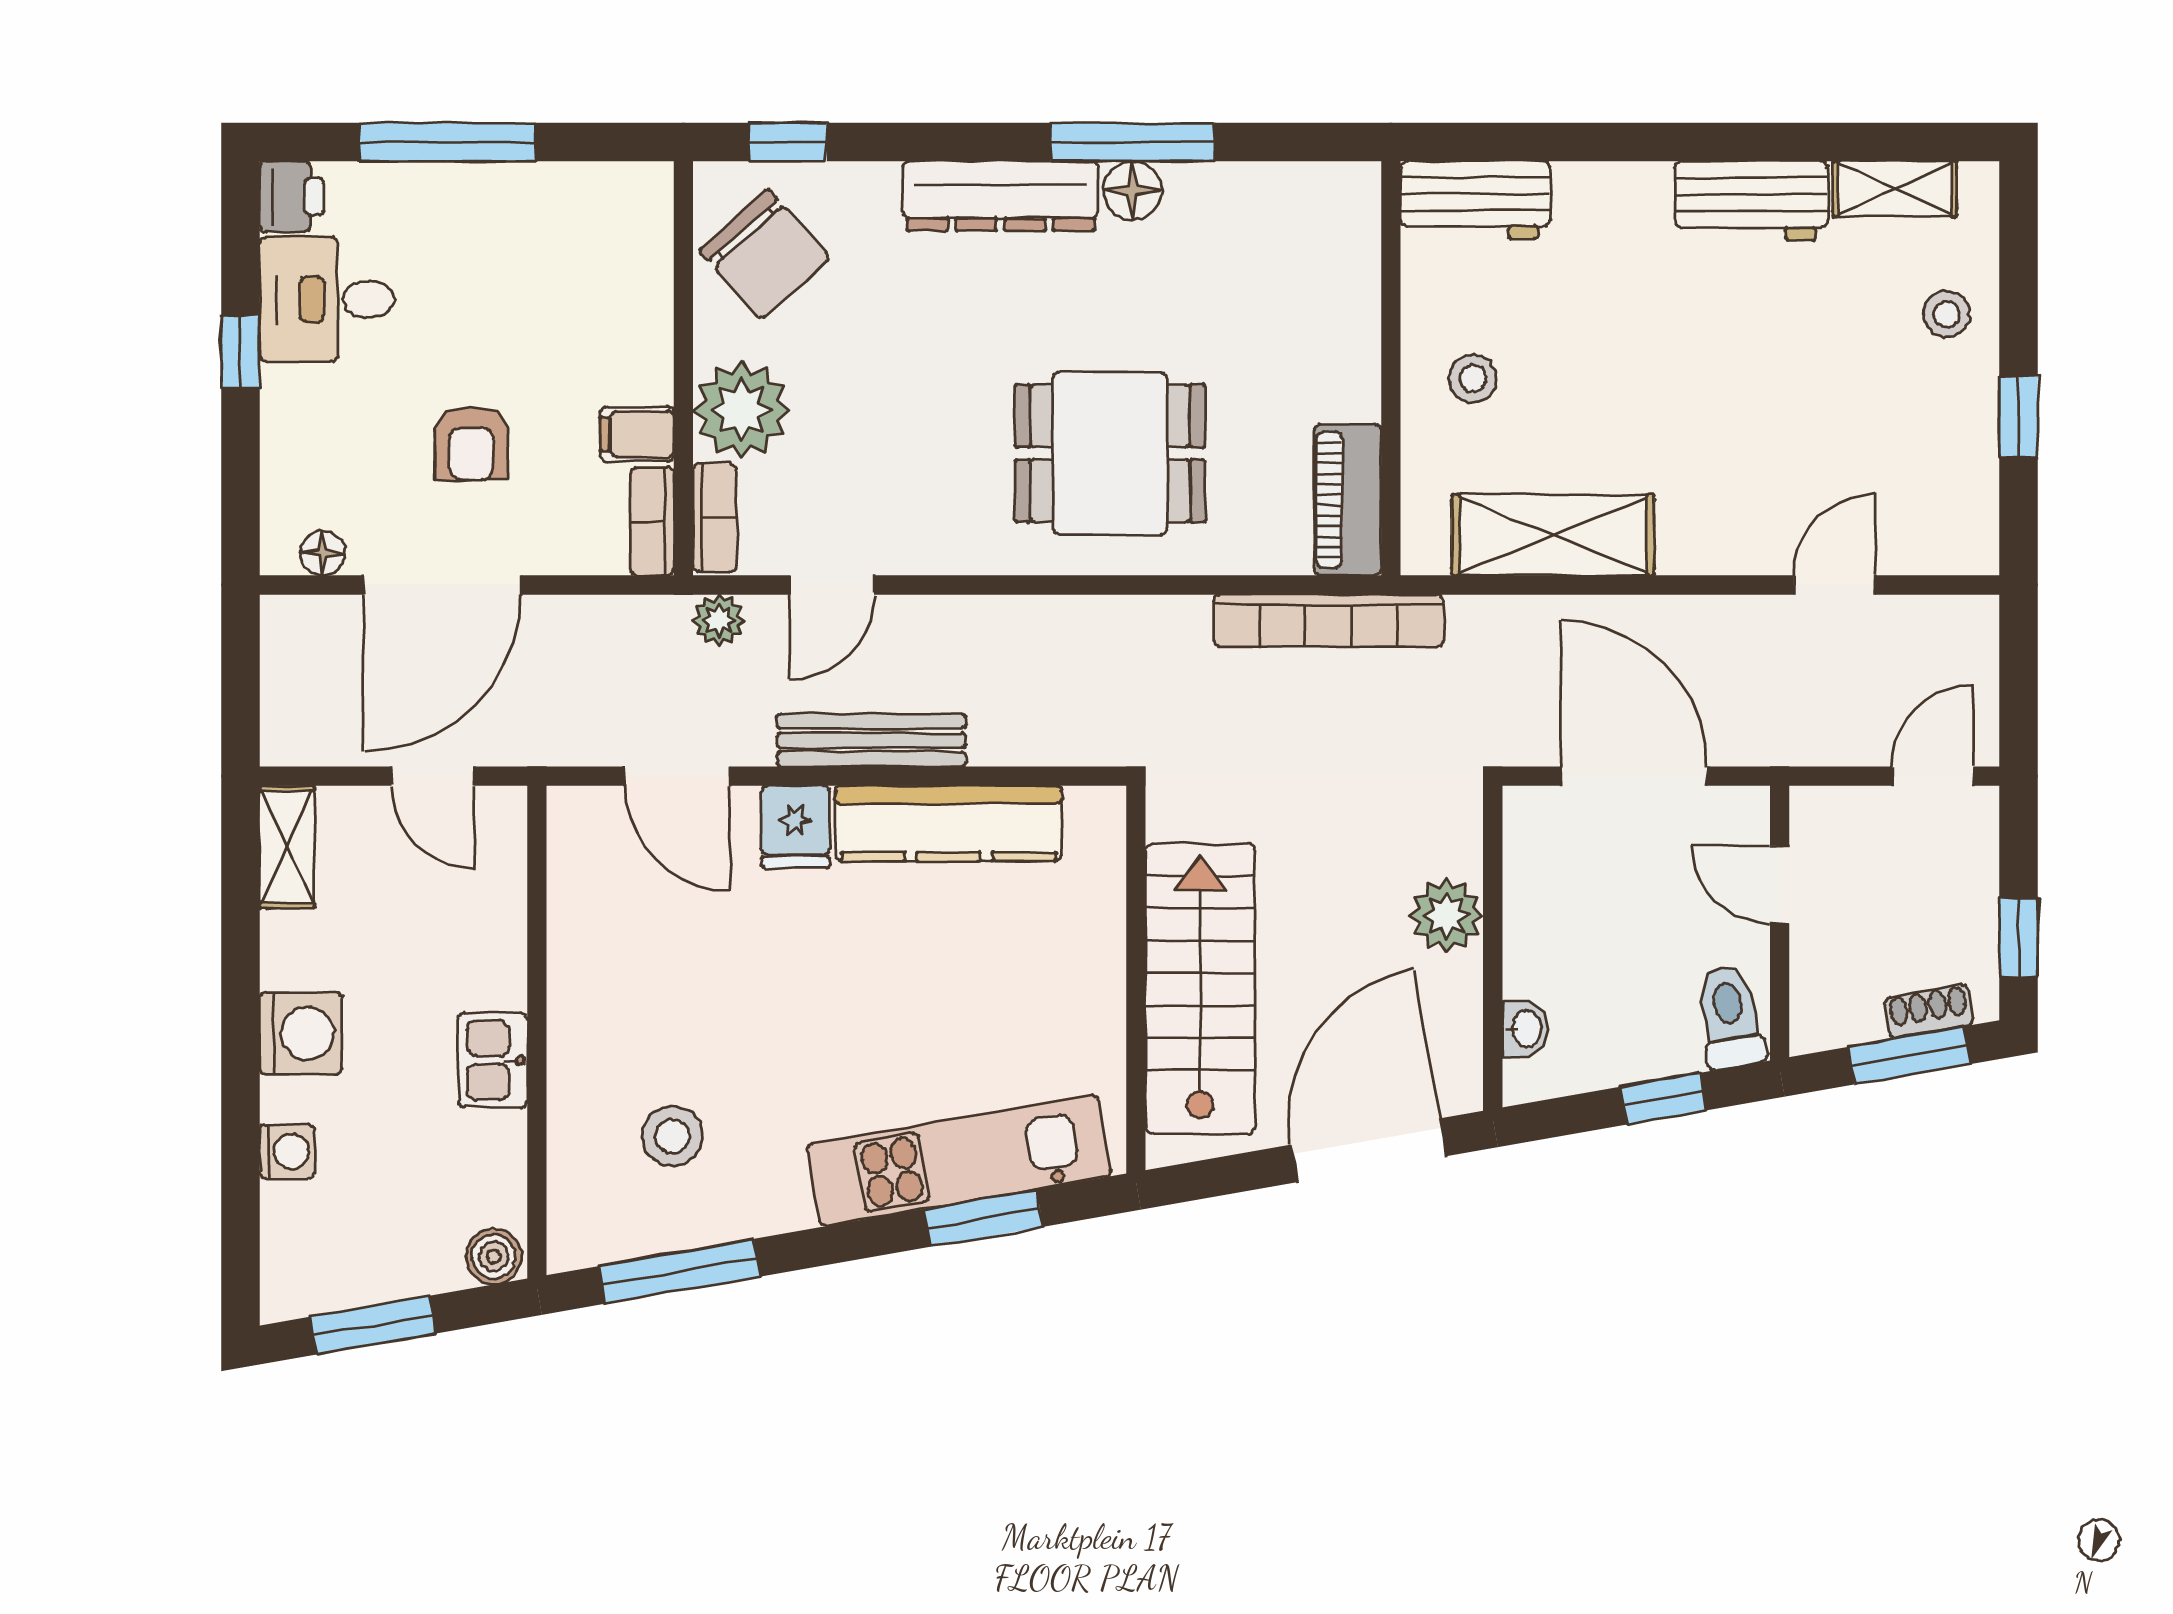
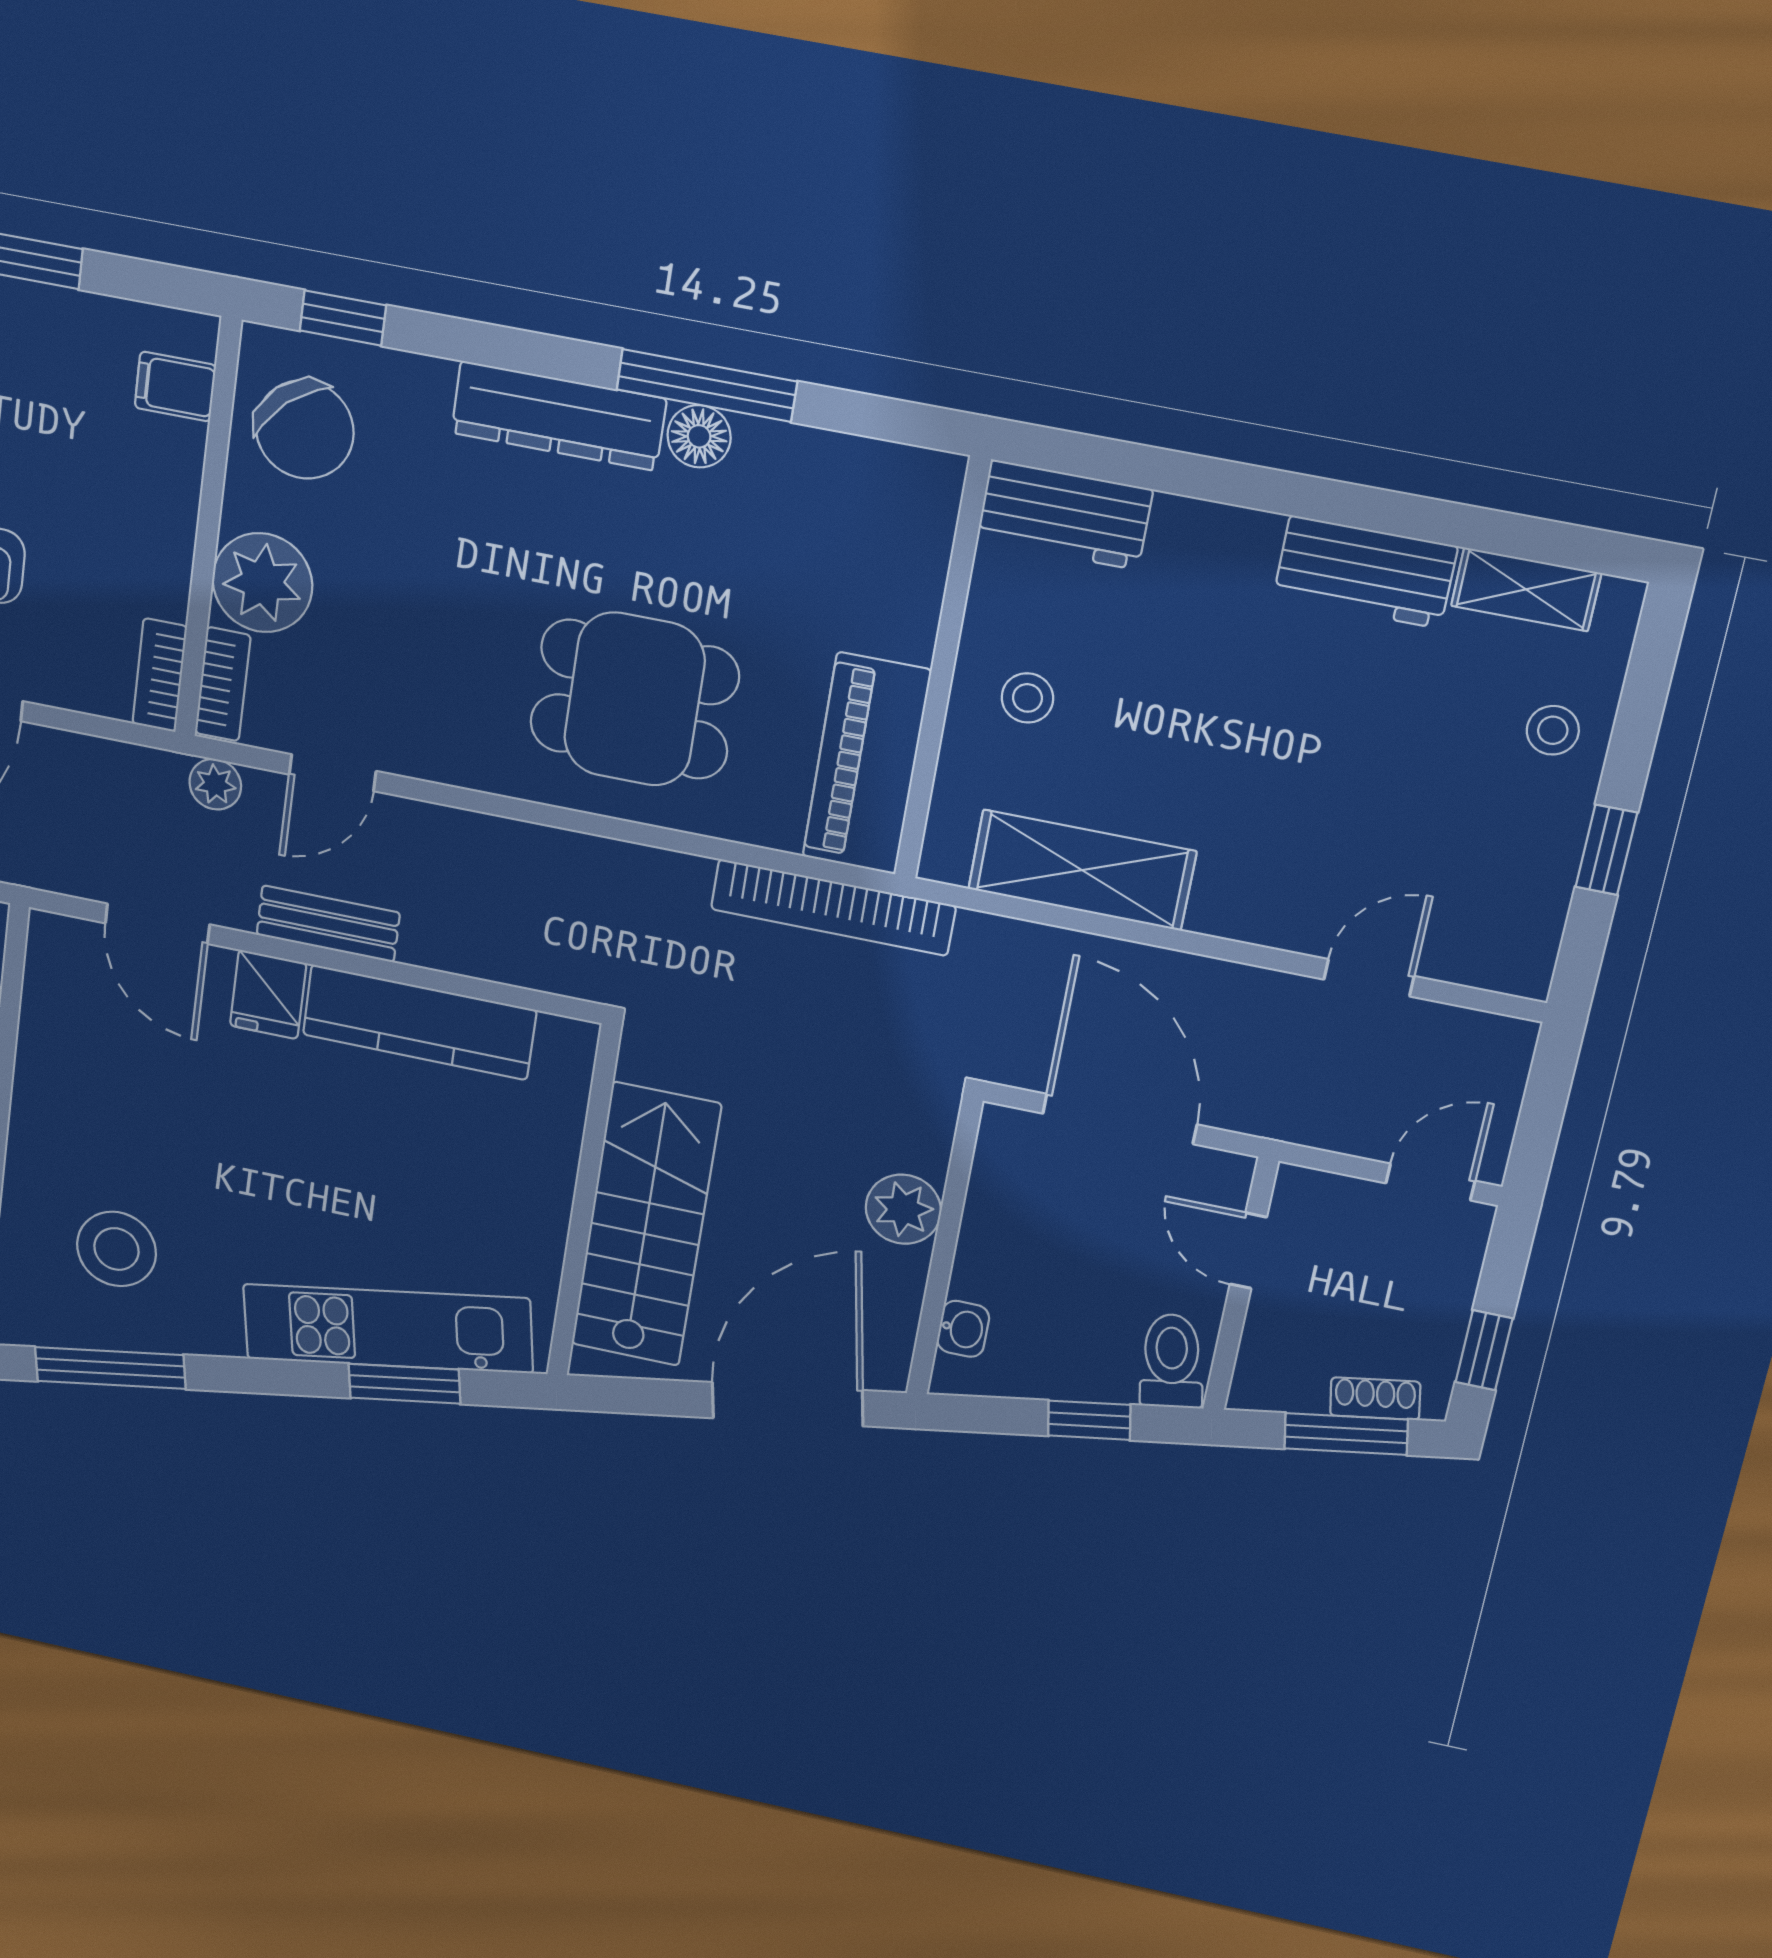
filing cabinet: (637, 434) -> (175, 386), moved
piano: (1347, 500) -> (867, 764), width x1.37, depth x1.33
bench: (871, 740) -> (328, 924), width x0.73
stool: (672, 1136) -> (116, 1249), width x1.38, depth x1.38

